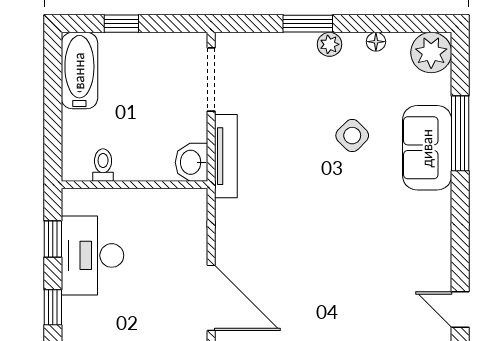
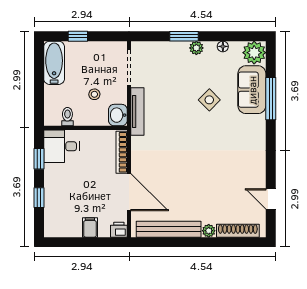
stool: (150, 126) -> (94, 94), added
sofa: (427, 148) -> (252, 90), moved
bookcase: (198, 228) -> (122, 152), added
desk: (93, 255) -> (62, 146), moved, width x0.73

